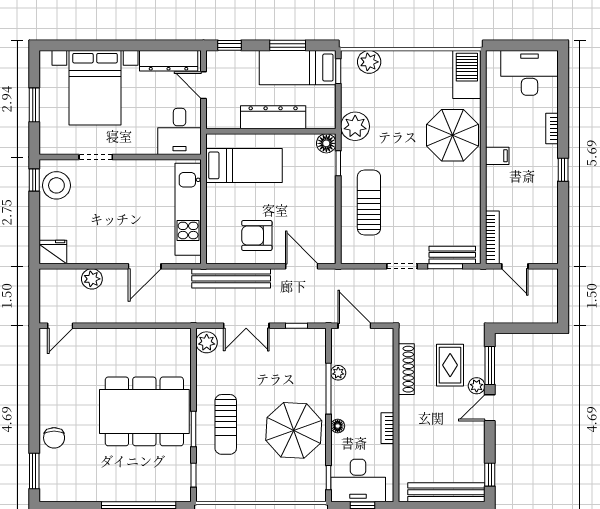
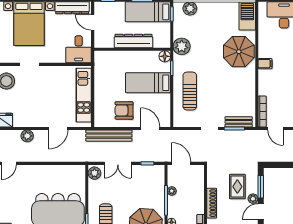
bed: (244, 165) -> (148, 83), moved, turned 180
shoe rack: (406, 369) -> (212, 203), moved

